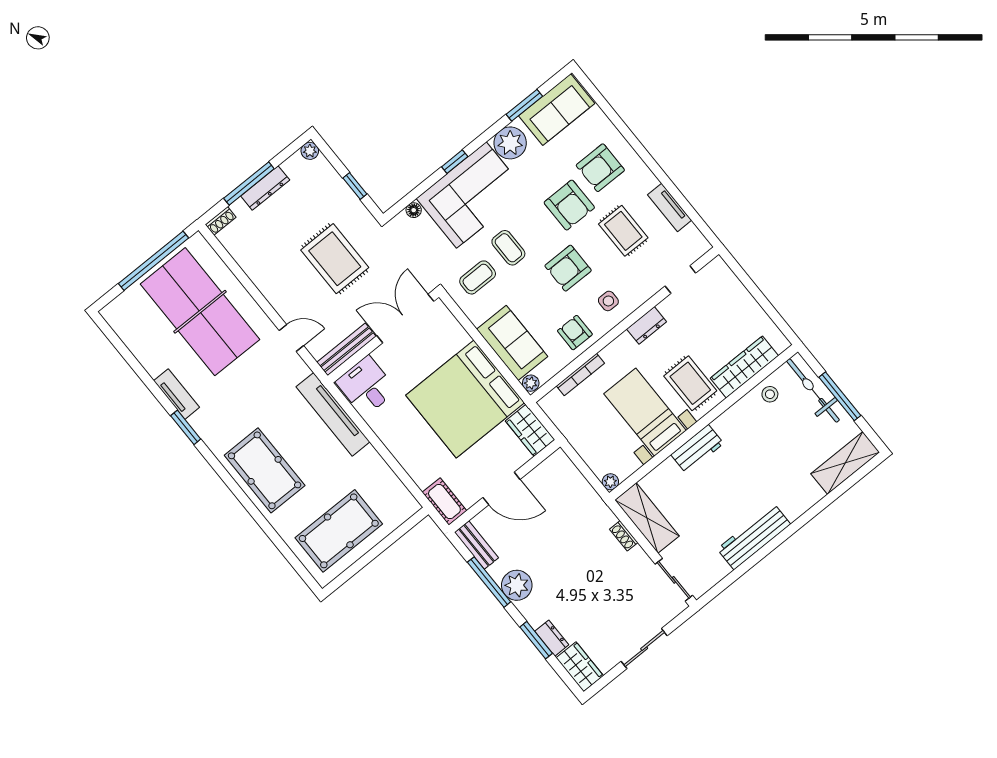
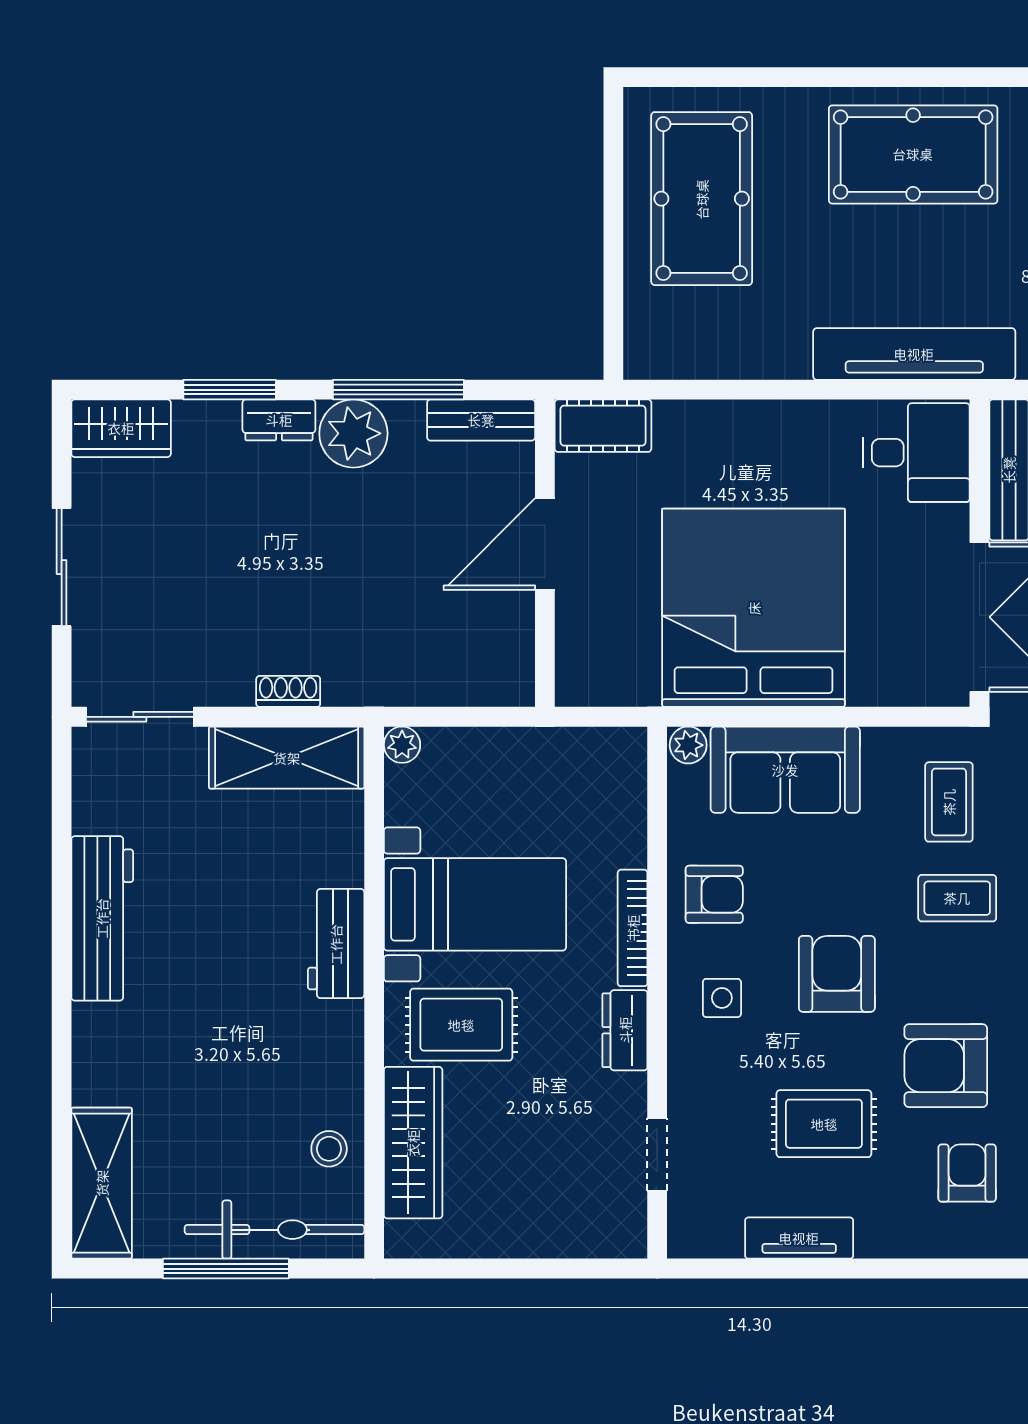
armchair: (600, 168) -> (967, 1173), width x0.72, depth x0.72
bookcase: (580, 375) -> (633, 928), moved
wardrobe: (530, 430) -> (606, 677), removed
dresser: (552, 638) -> (279, 420), moved

